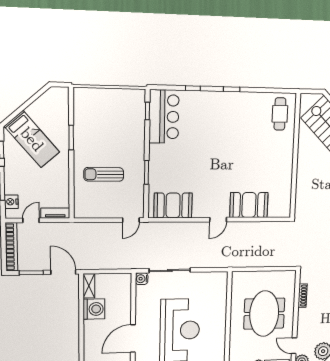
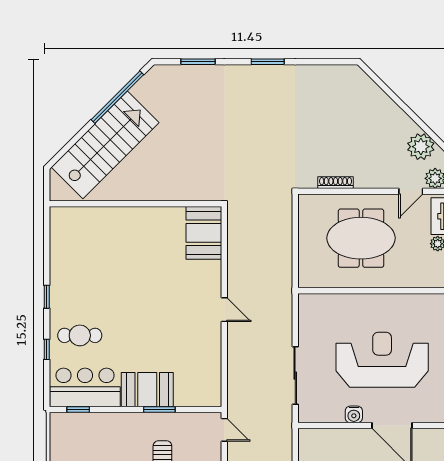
cafe table: (280, 114) -> (80, 335), moved
booth: (173, 205) -> (147, 390), moved, turned 90
booth: (249, 205) -> (204, 233), moved
water cooler: (142, 279) -> (354, 414), moved

